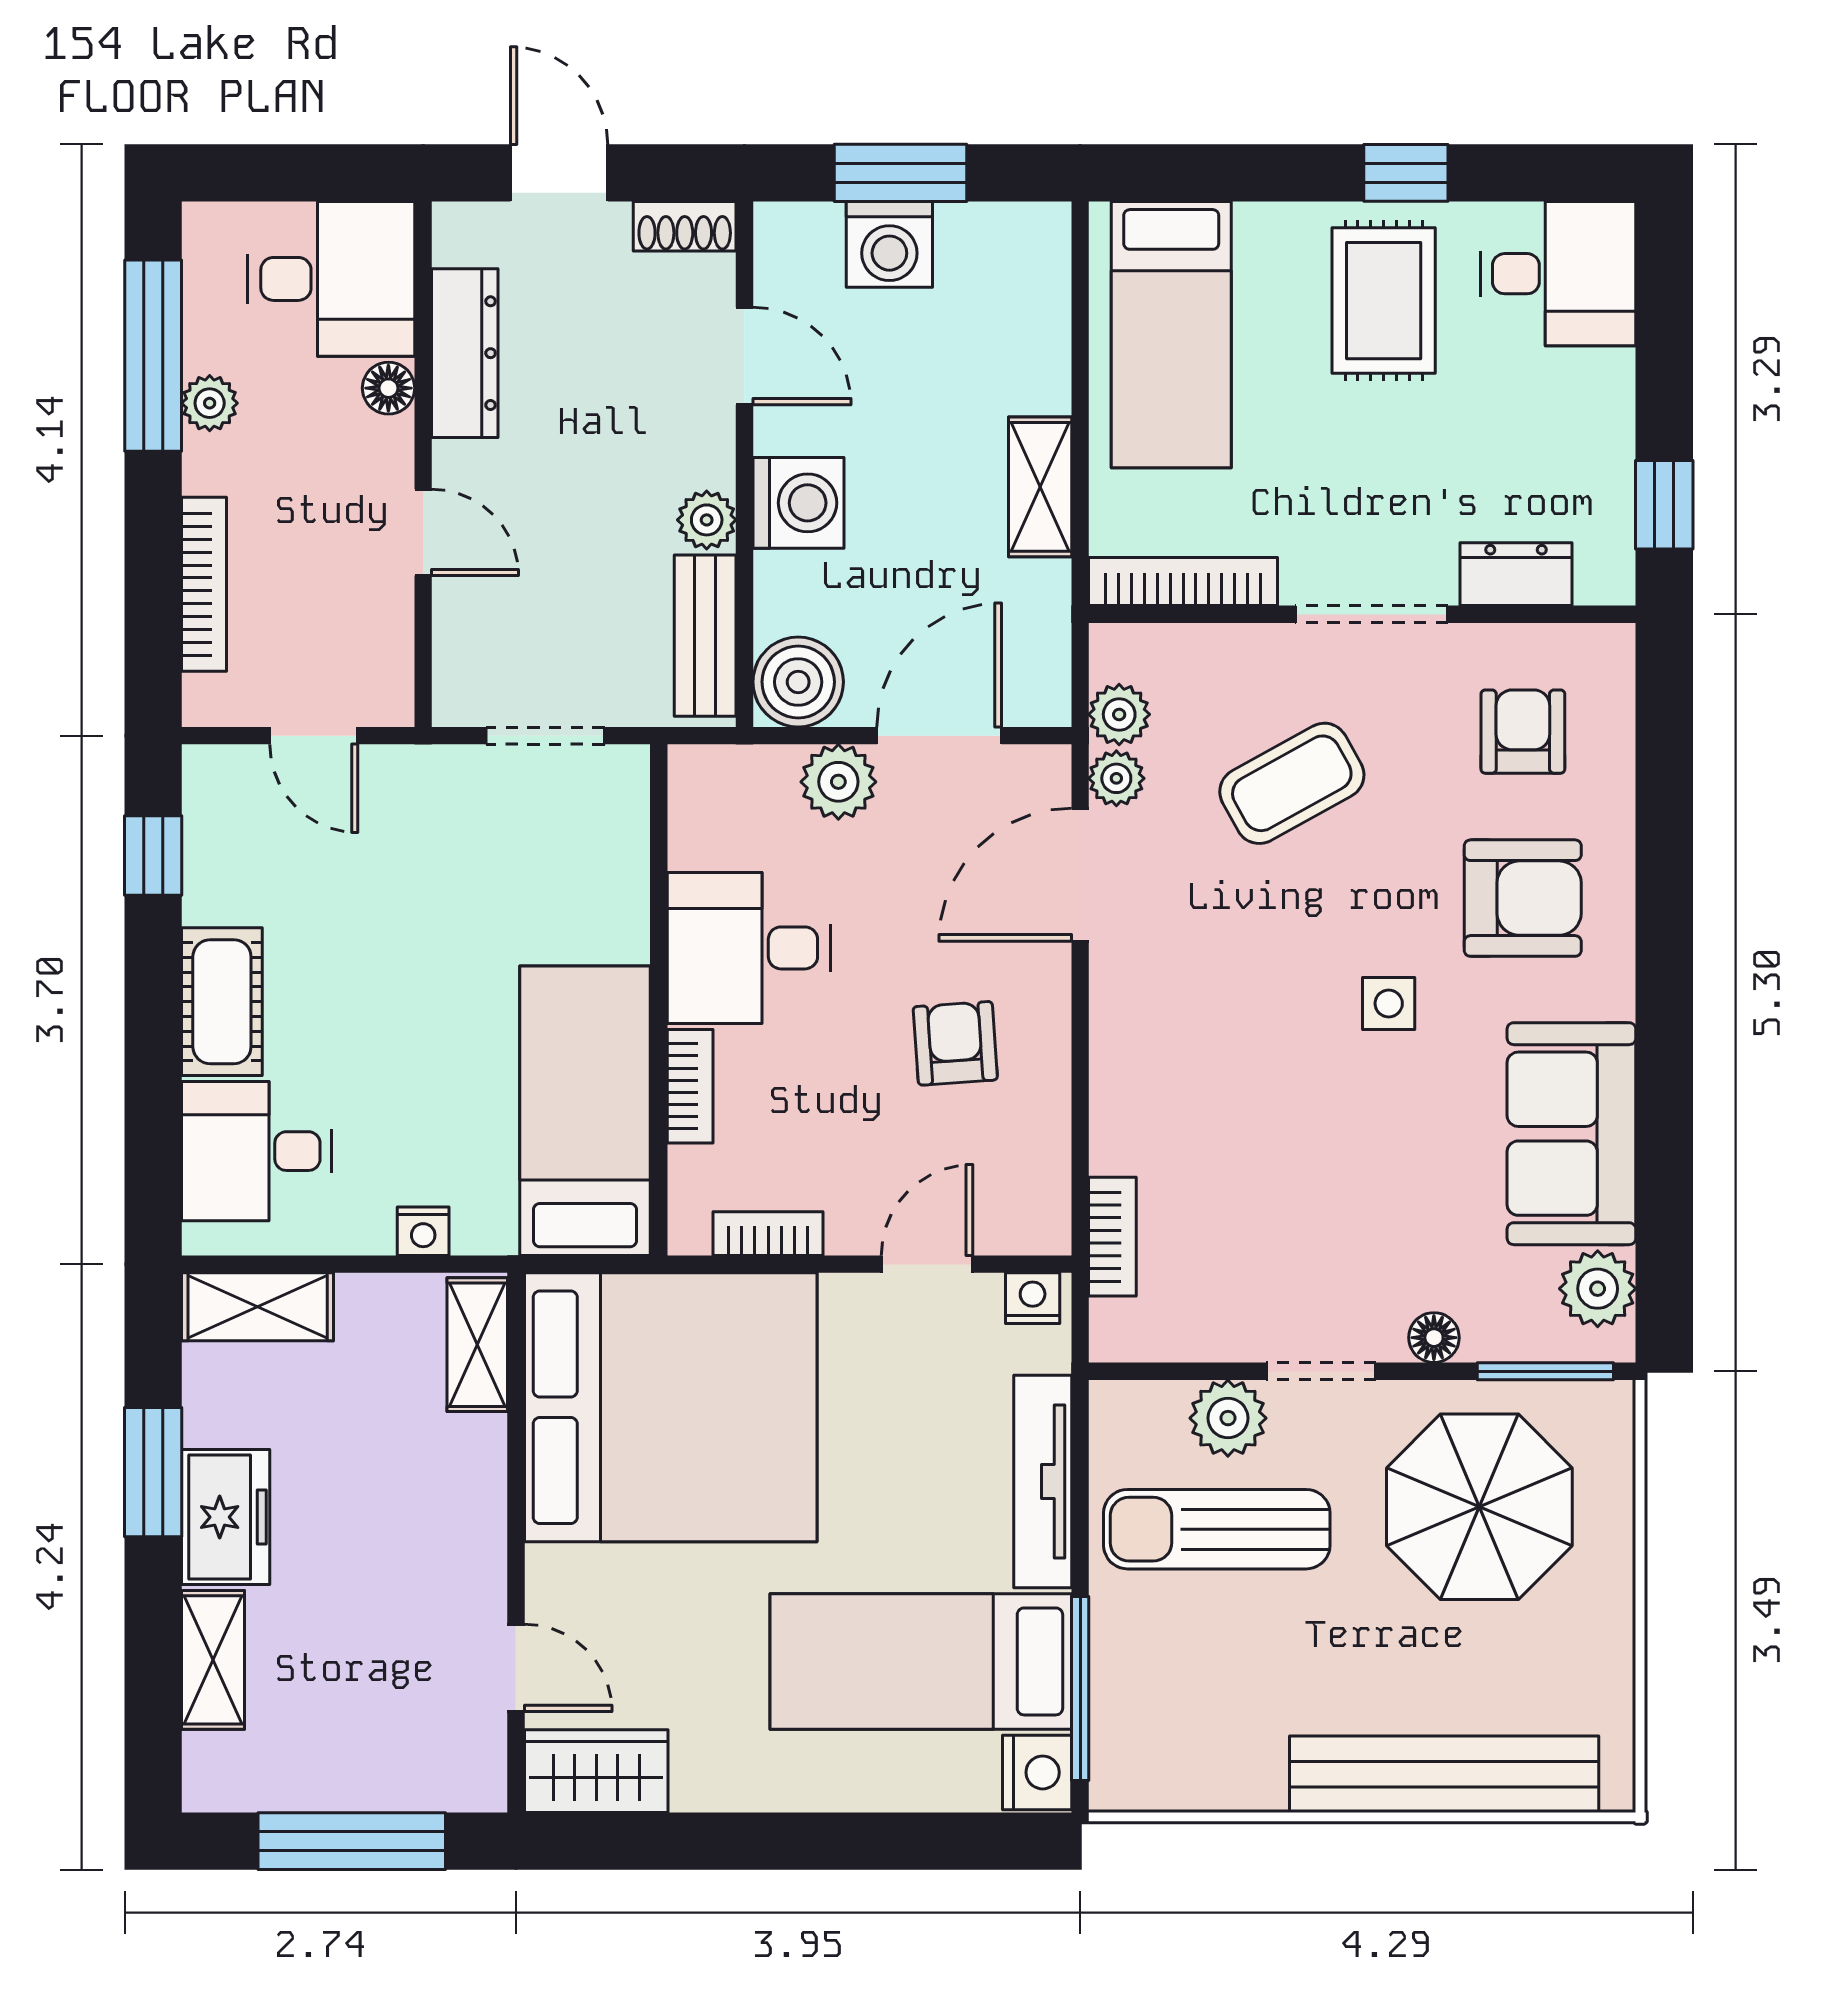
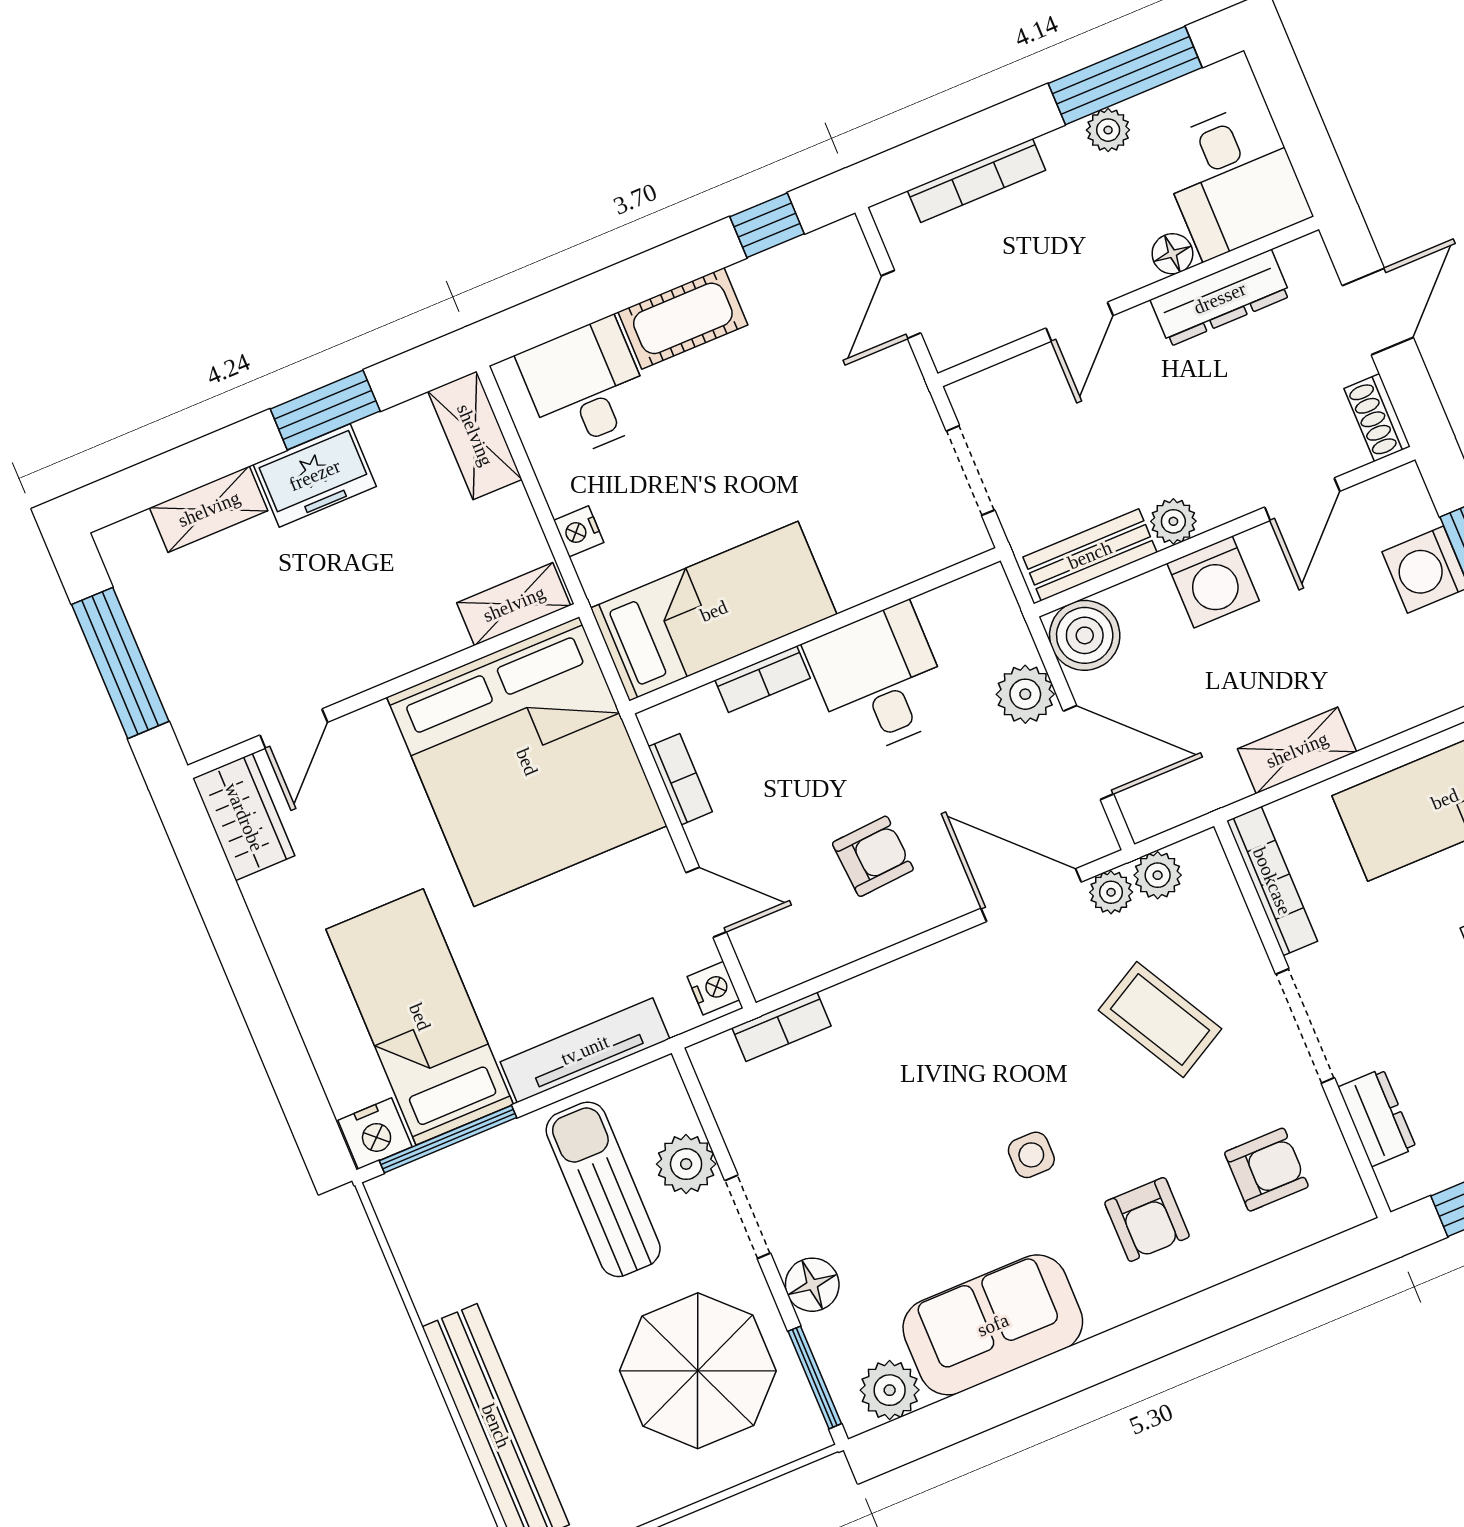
armchair: (1523, 898) -> (1147, 1219), width x0.72, depth x0.72
floor lamp: (1434, 1338) -> (812, 1285), width x1.37, depth x1.37

